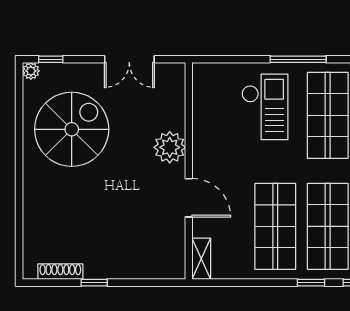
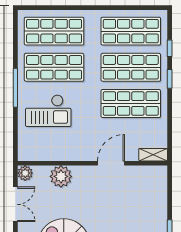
plant: (175, 73) -> (25, 173), added
checkout: (265, 107) -> (48, 111), turned 180
plant: (170, 147) -> (61, 176), moved

